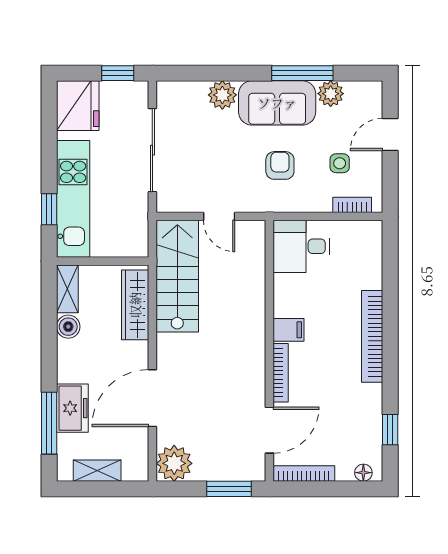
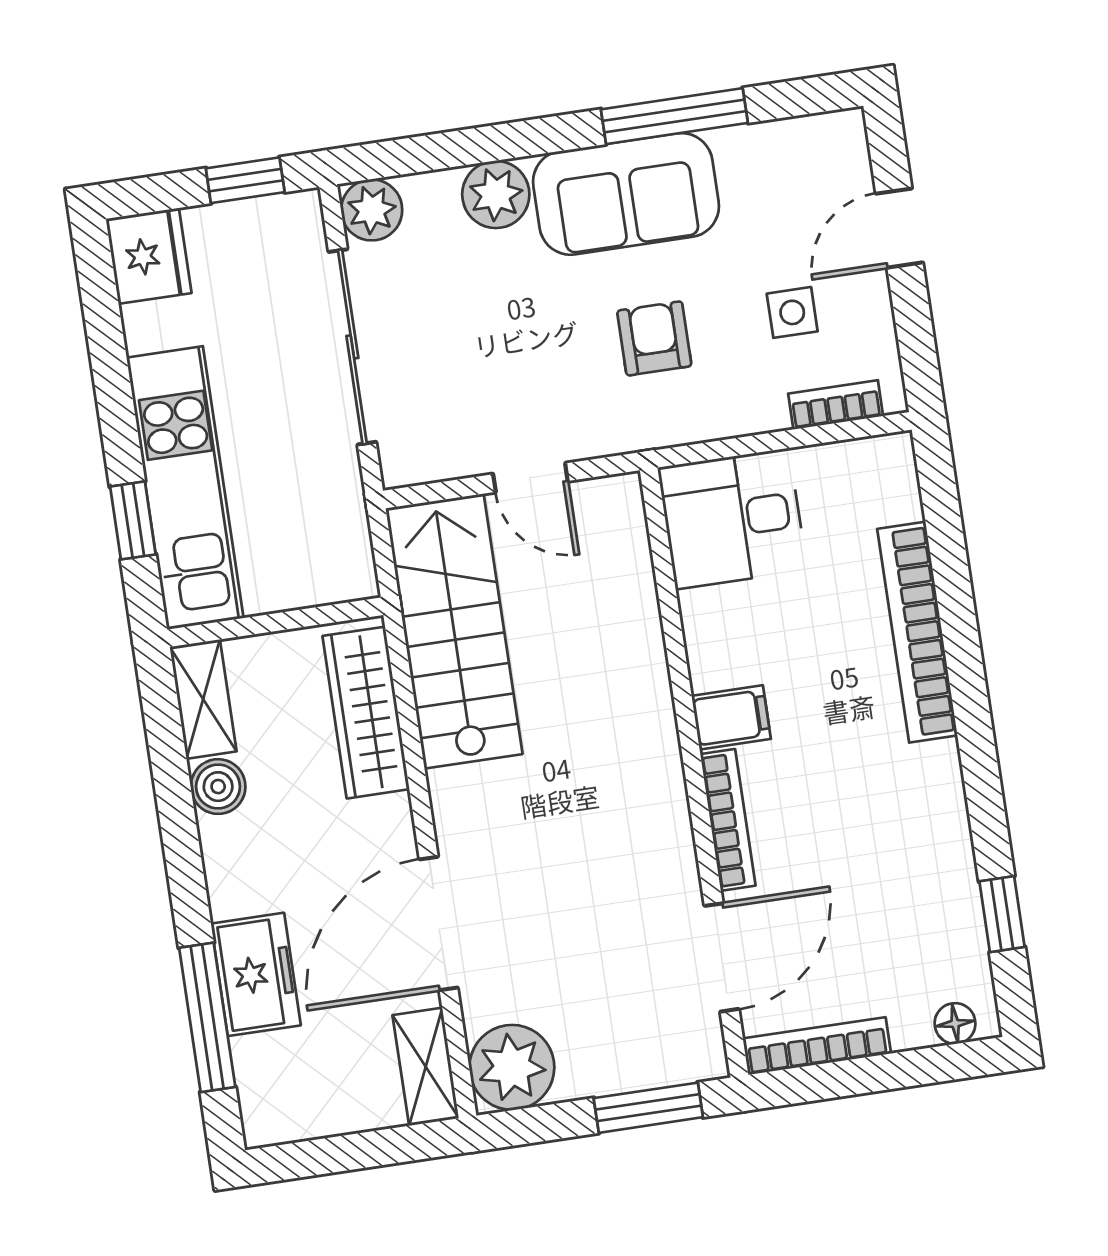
plant: (331, 94) -> (372, 210), moved
fridge: (78, 106) -> (149, 256), width x0.73, depth x0.75
bookcase: (372, 336) -> (917, 632), moved
shelving: (97, 471) -> (426, 1067), moved, turned 90

